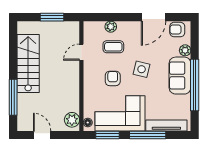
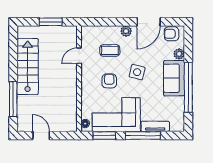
plant: (111, 27) -> (126, 31), moved
plant: (72, 120) -> (70, 121), removed
tv unit: (166, 125) -> (155, 126), width x0.71

